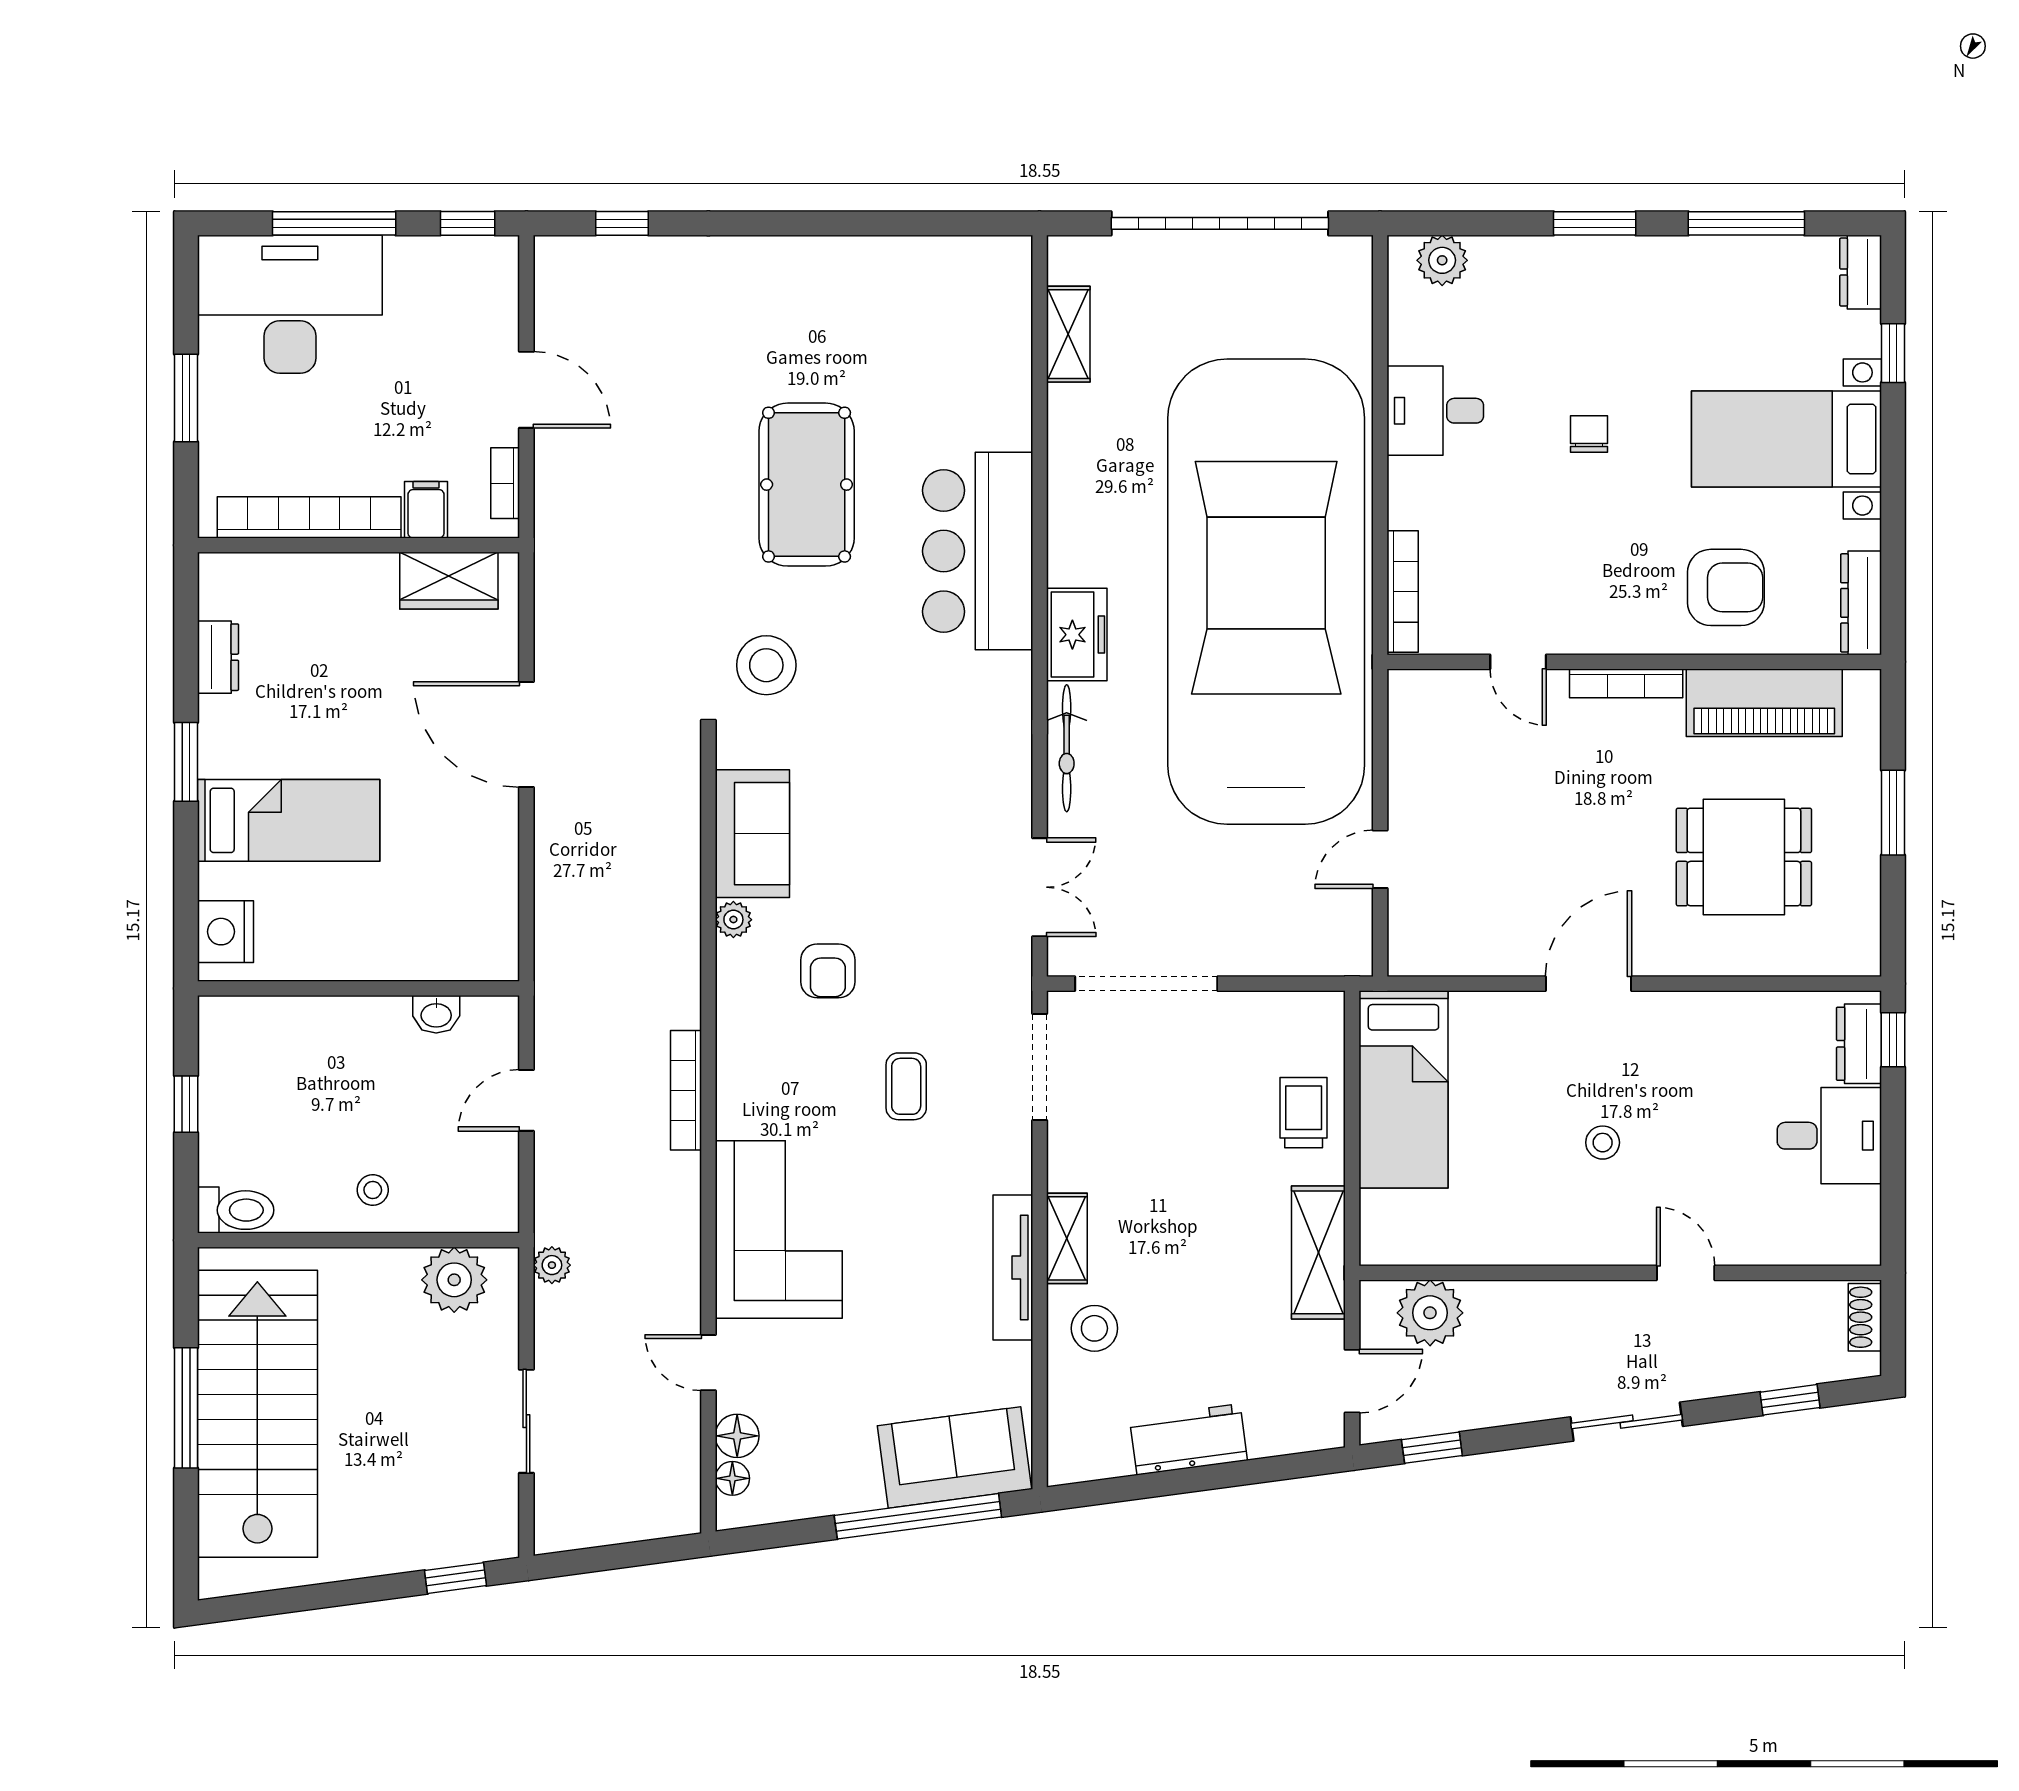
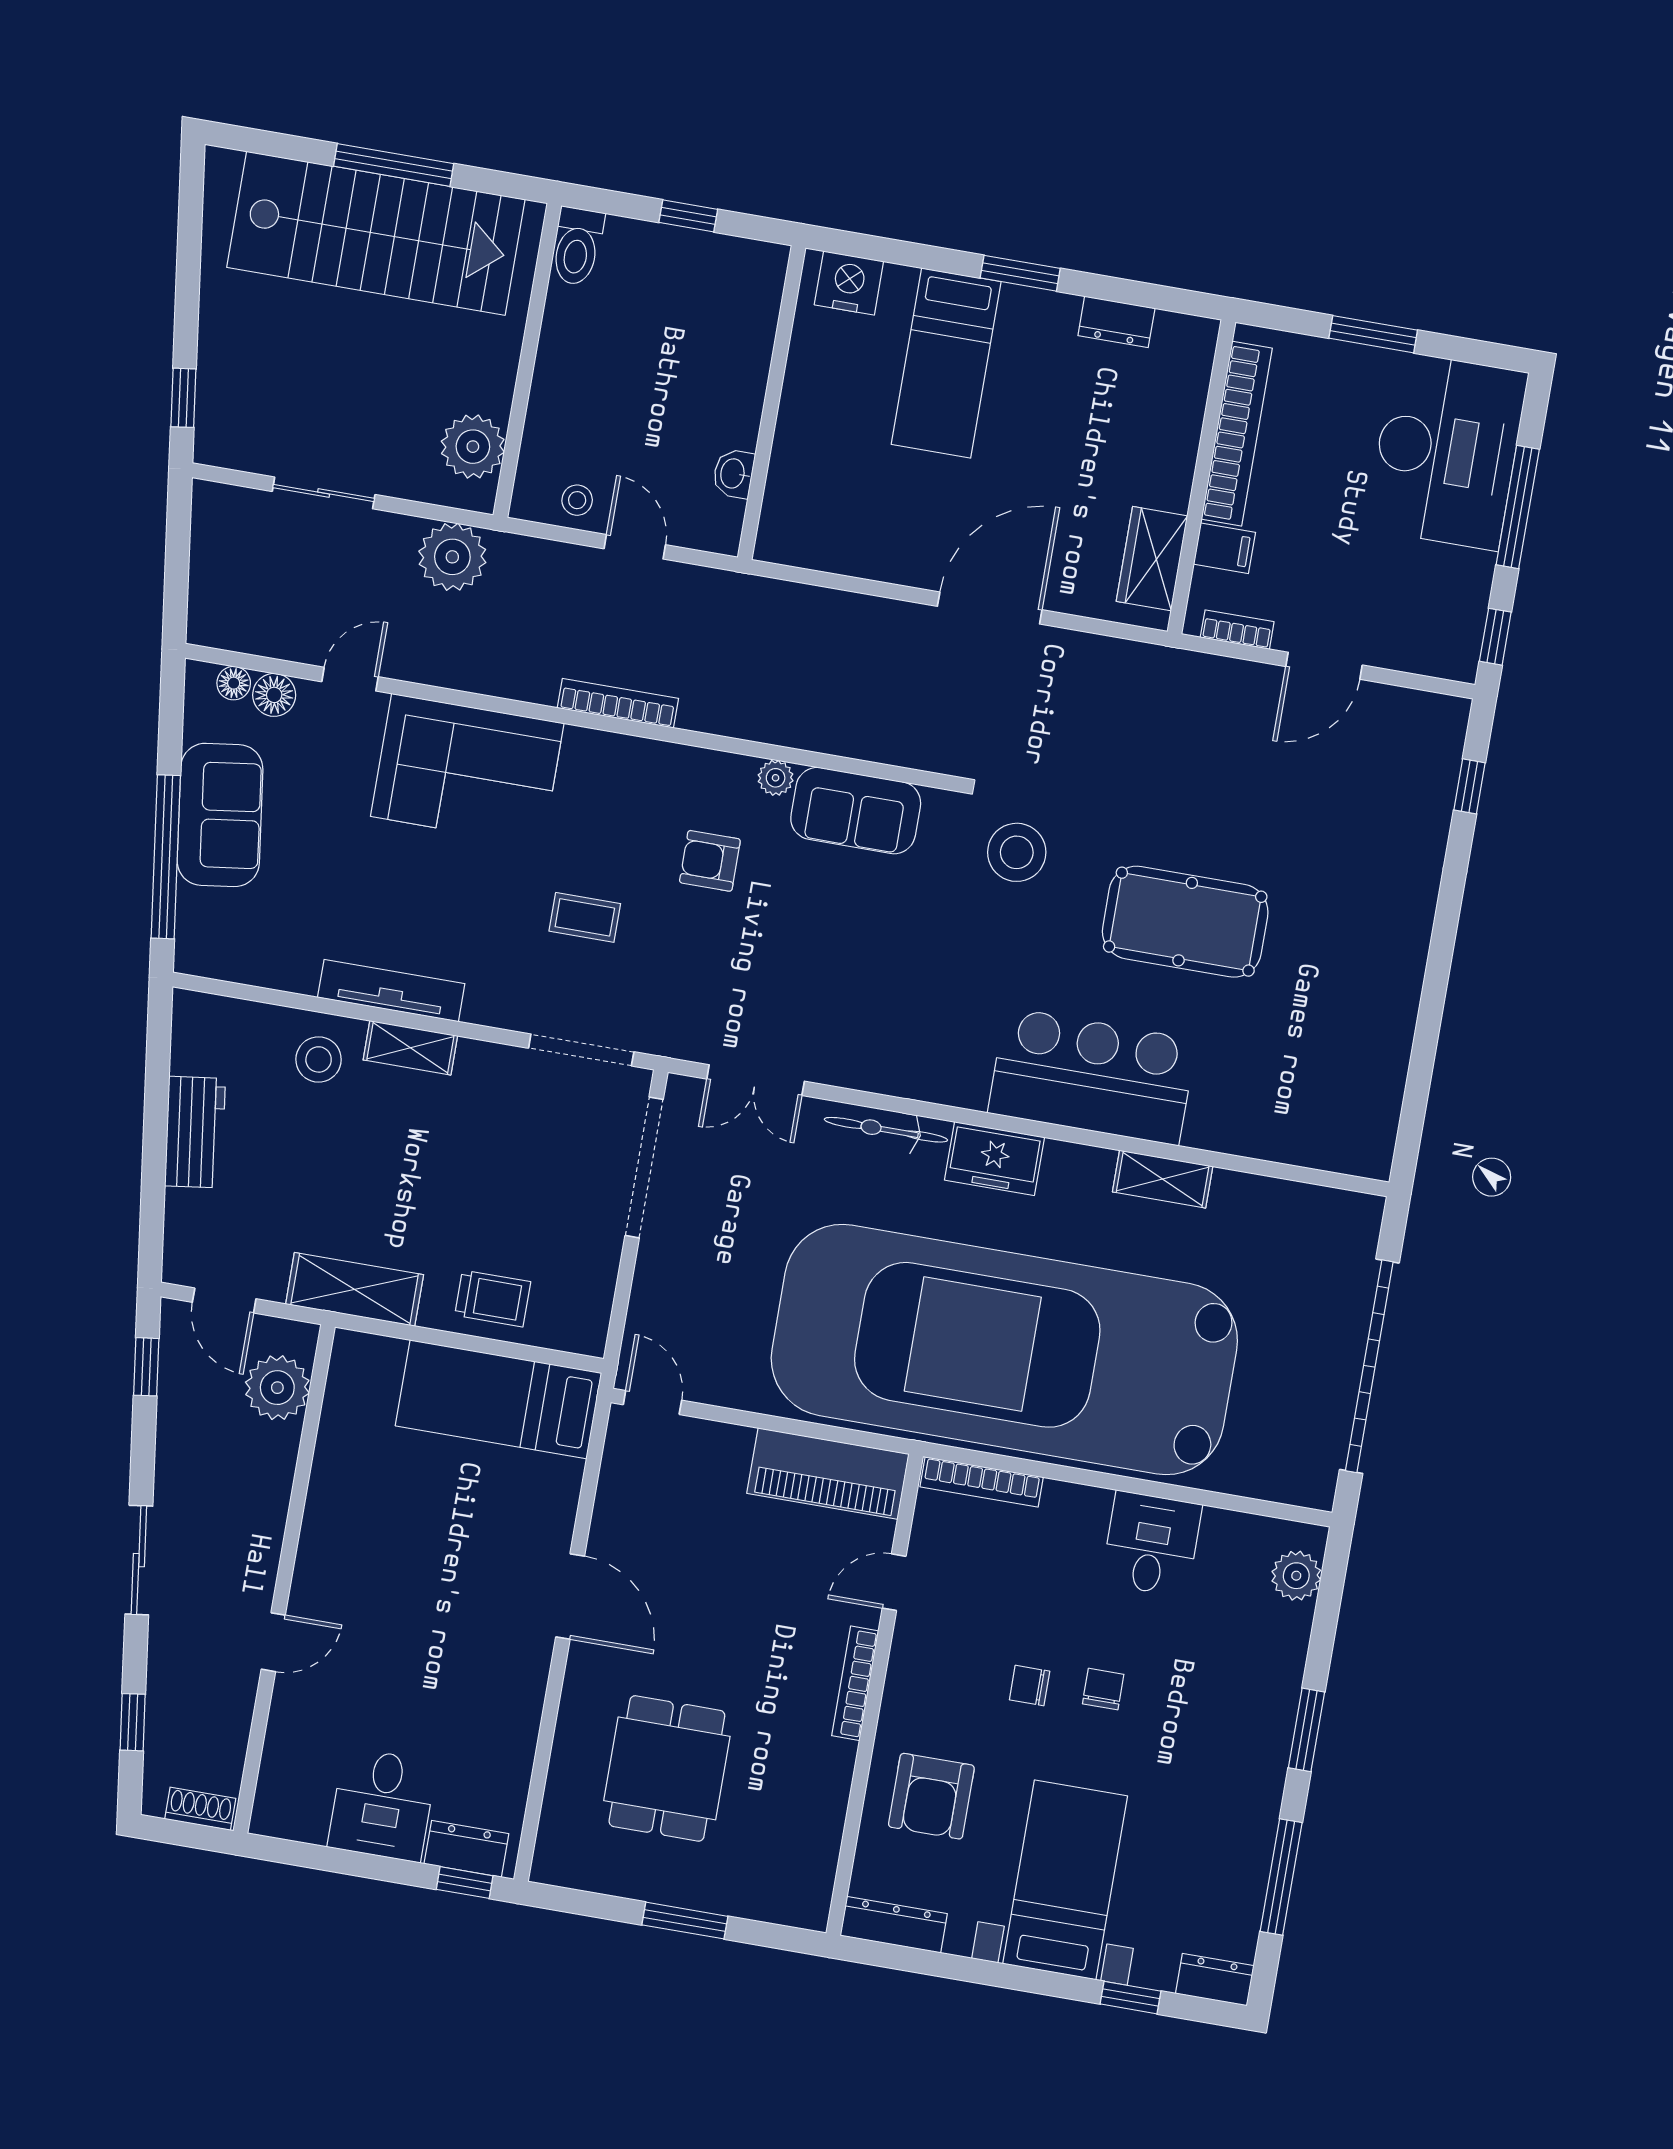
shelving: (1068, 334) -> (1163, 1179), moved
chair: (1589, 434) -> (1103, 1689), turned -90
chair: (1598, 508) -> (1030, 1686), added
car: (1266, 592) -> (1004, 1349), turned 180
piano: (1764, 703) -> (828, 1474), moved, turned -90
door: (1380, 859) -> (652, 1402), moved
stool: (1603, 1143) -> (414, 1584), removed
stool: (373, 1190) -> (577, 500), moved
plant: (552, 1265) -> (452, 557), width x1.87, depth x1.87
sofa: (955, 1457) -> (220, 815), moved

